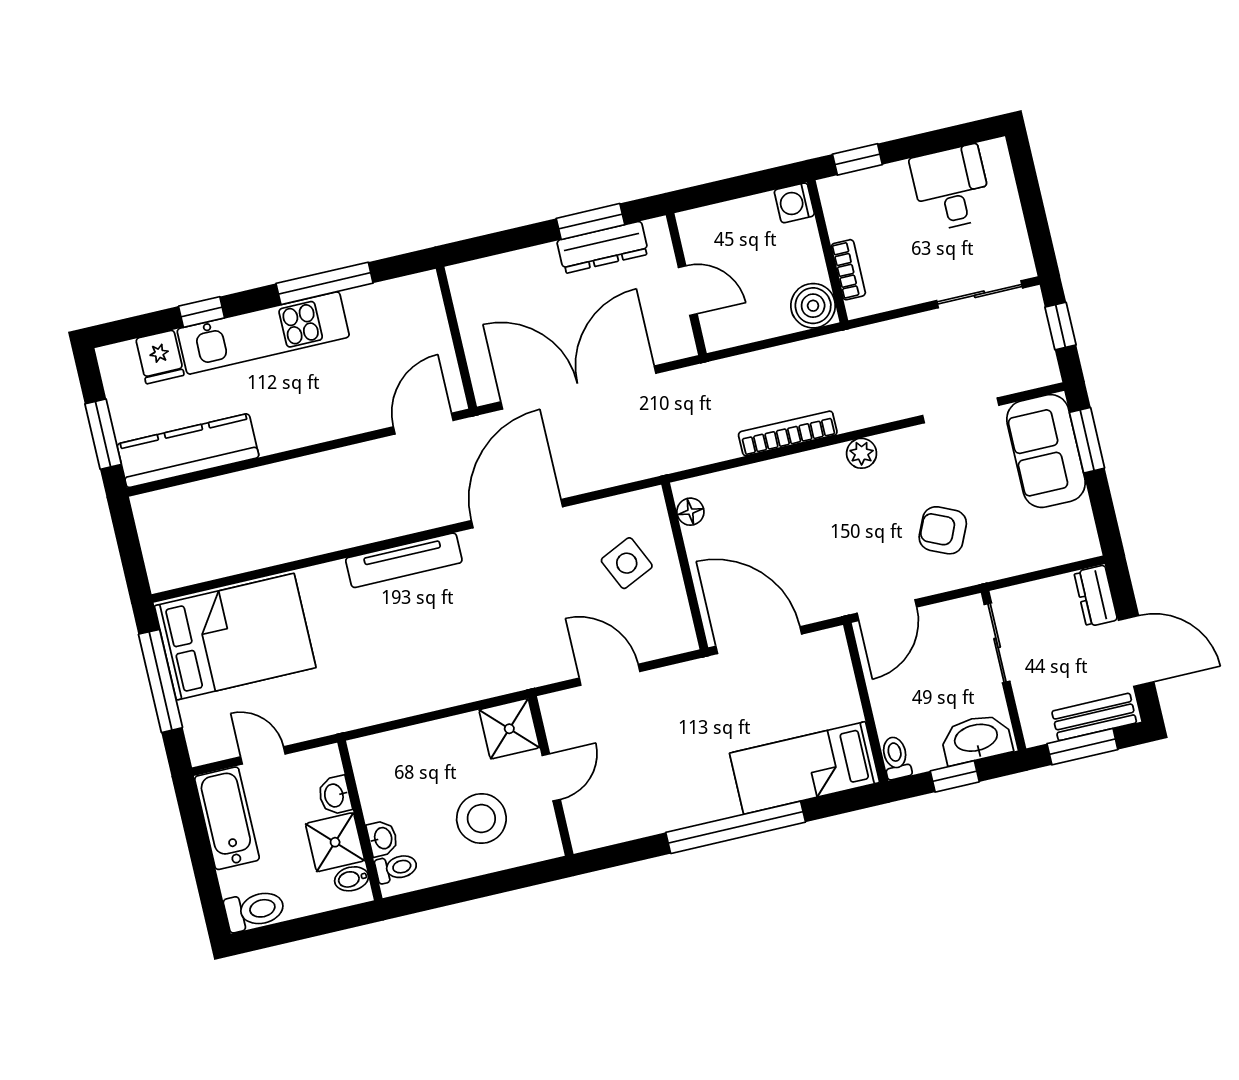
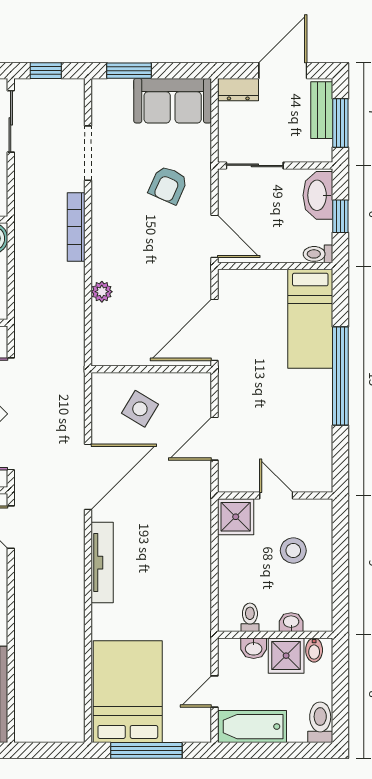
bookcase: (788, 433) -> (76, 227), moved
sofa: (1046, 451) -> (173, 101), moved
plant: (862, 453) -> (102, 292), moved
floor lamp: (690, 512) -> (115, 356), removed
door: (517, 514) -> (88, 477), swing flipped
side table: (627, 563) -> (140, 409), turned -34
stool: (481, 818) -> (293, 551), width x0.73, depth x0.73
toilet: (396, 868) -> (250, 617), moved

